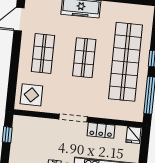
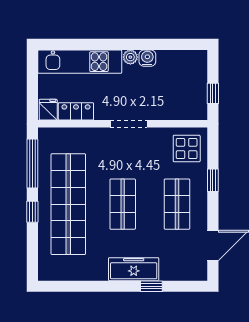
window: (14, 69) -> (213, 180), added
locker: (101, 130) -> (76, 111), moved

